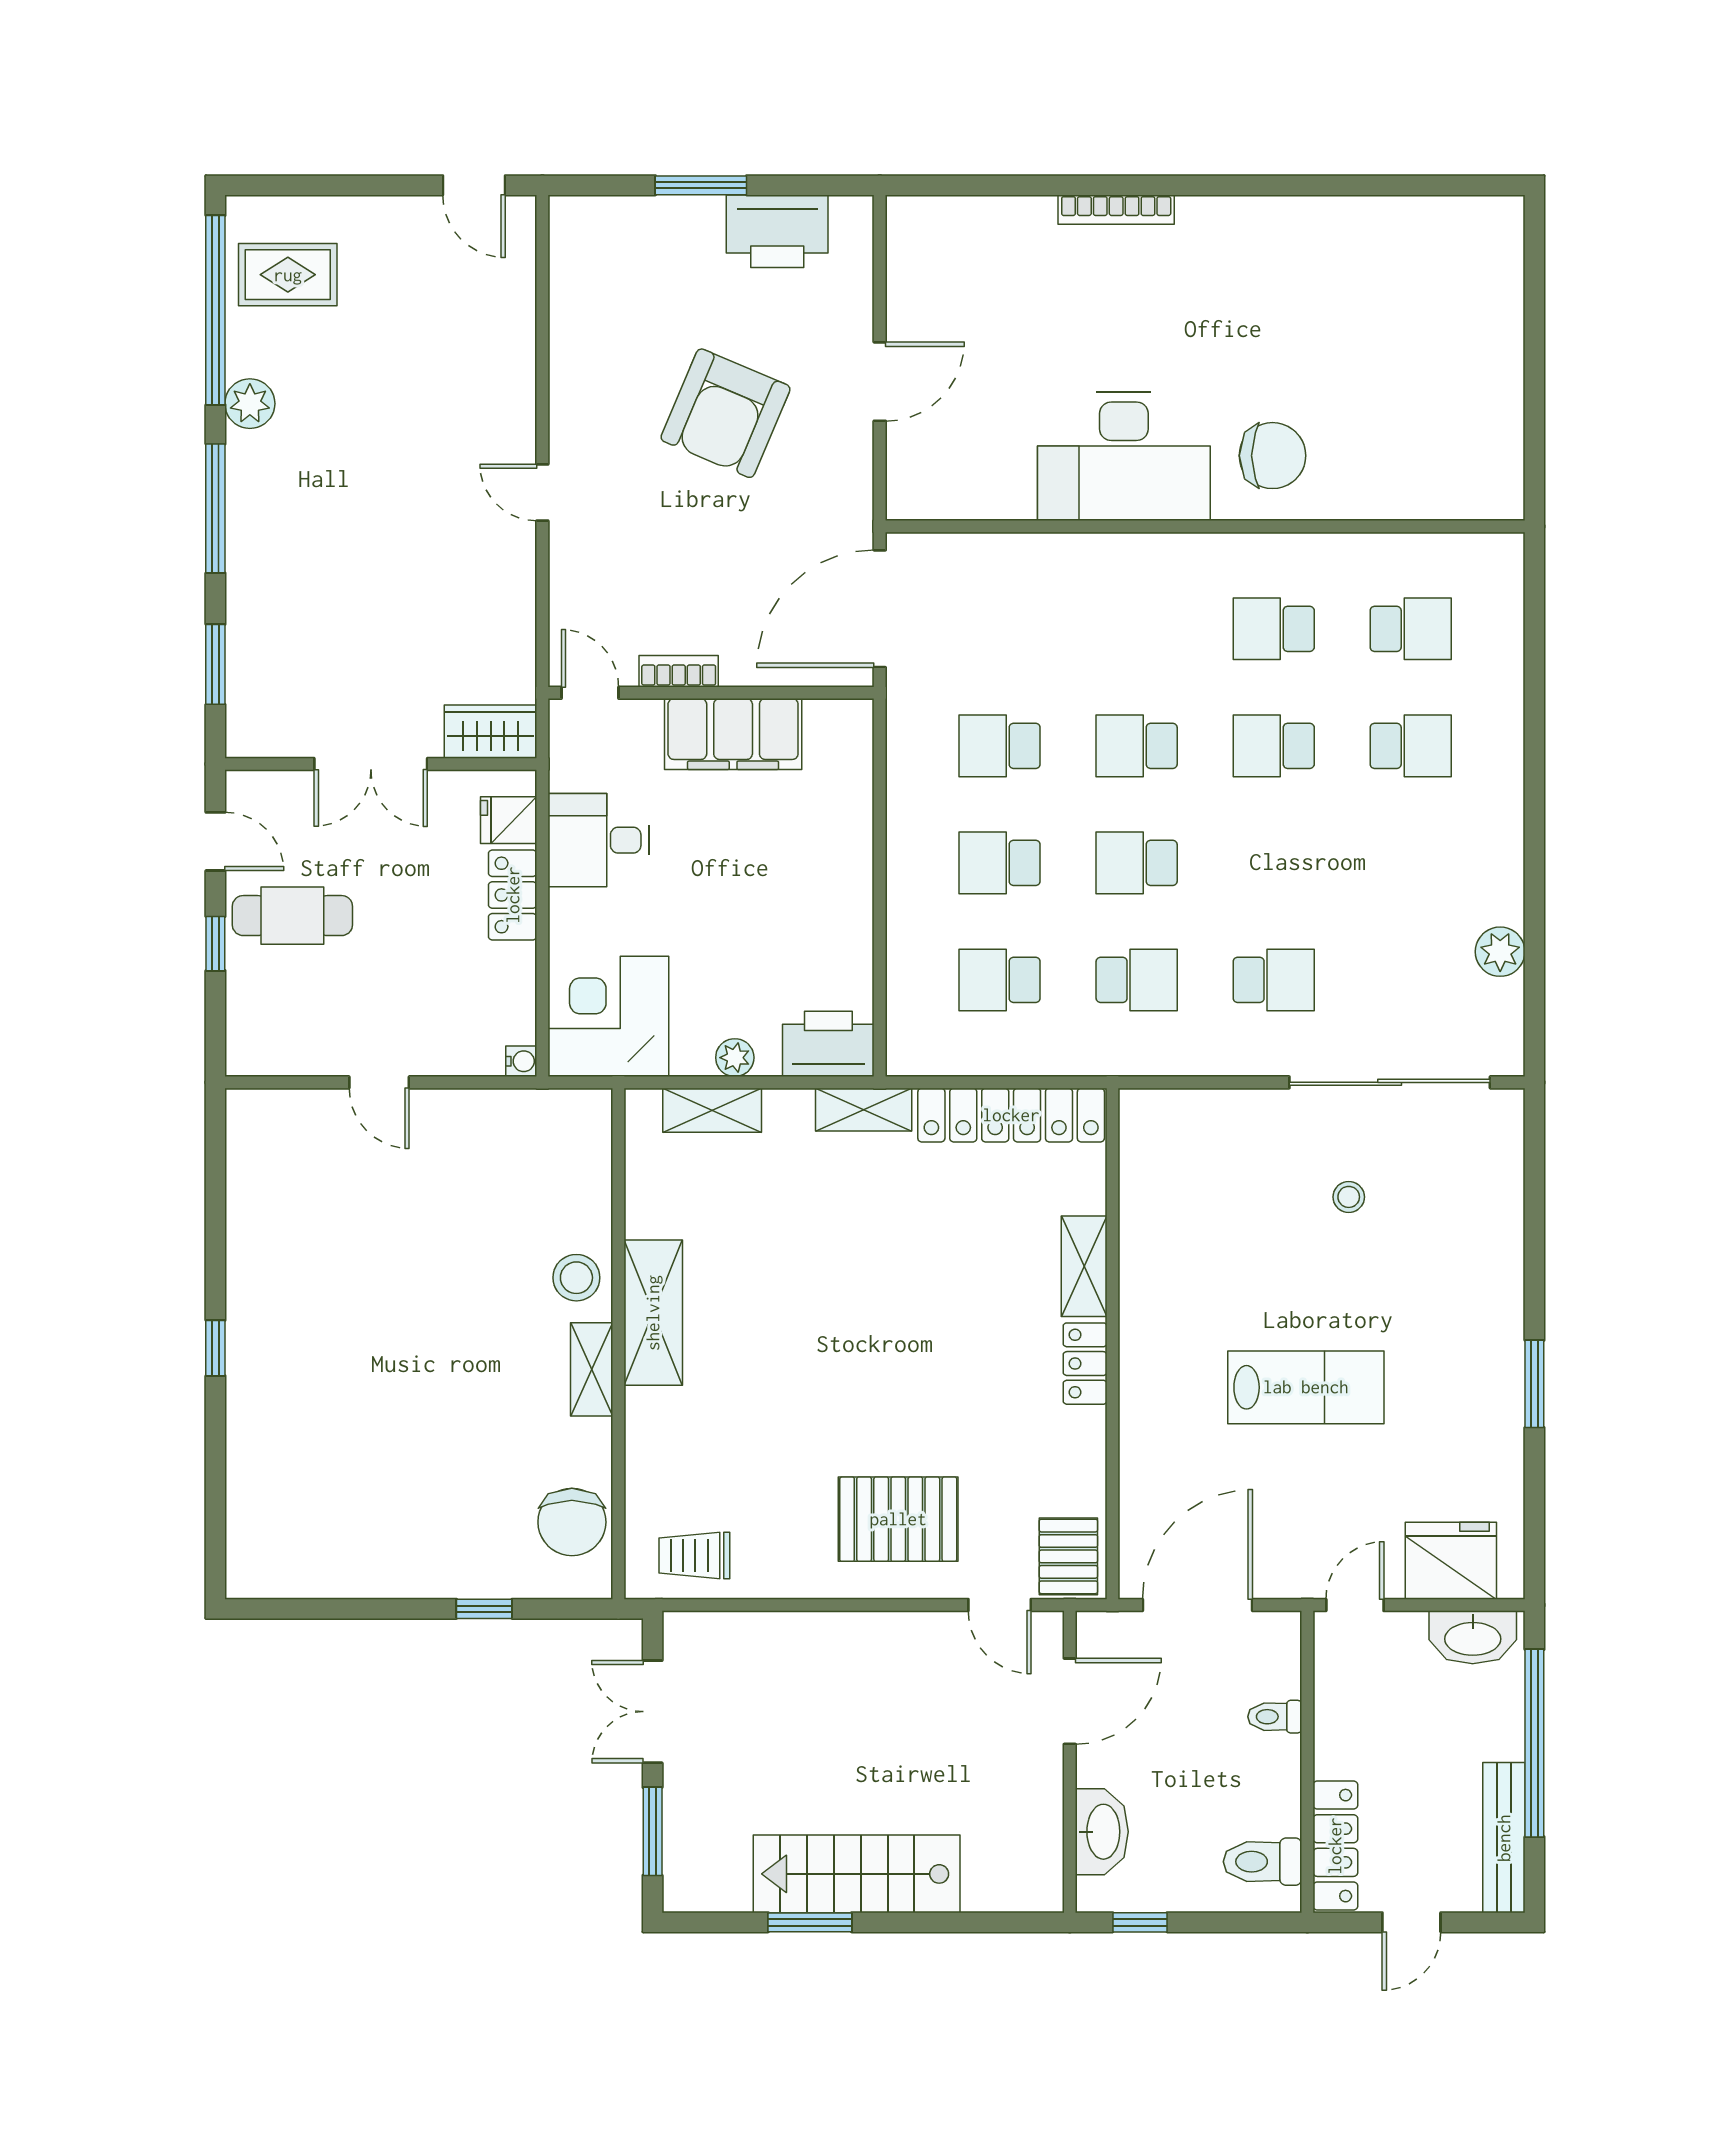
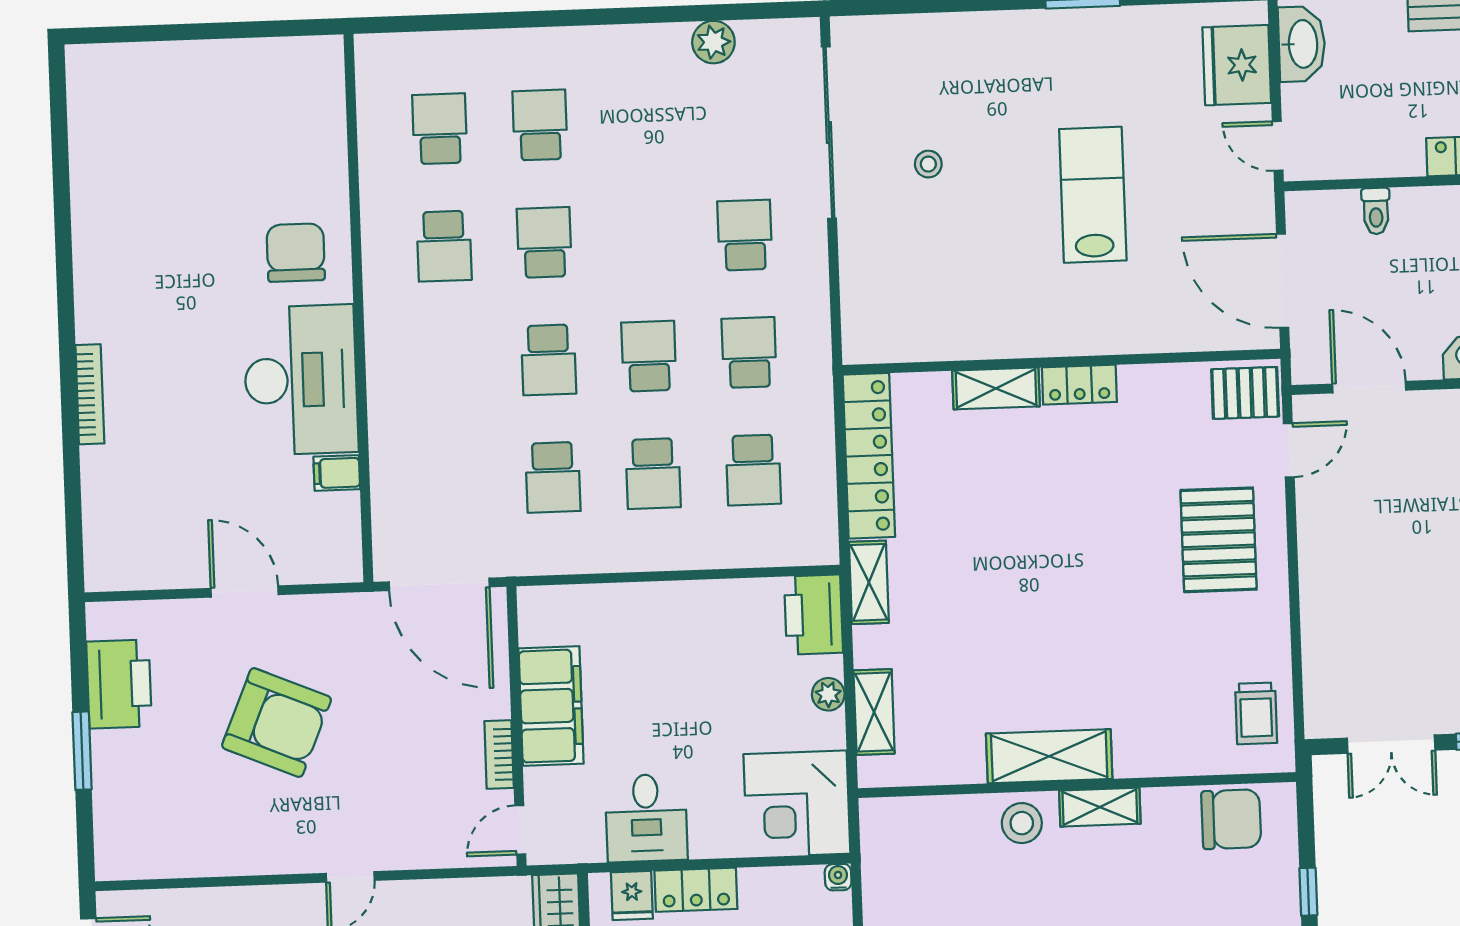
filing cabinet: (1014, 494) -> (337, 473), added
school desk: (1274, 746) -> (544, 242), turned 180
school desk: (1137, 863) -> (649, 356), turned 180

